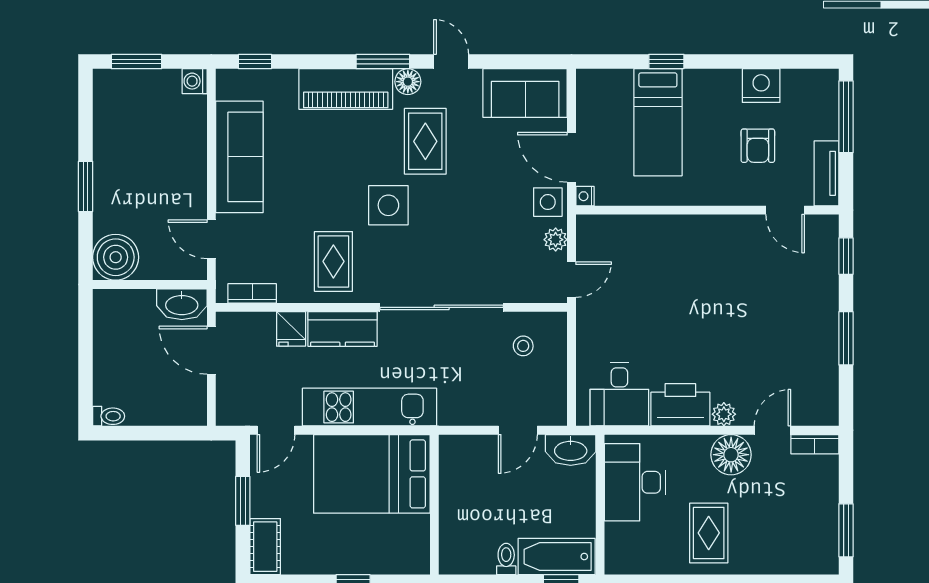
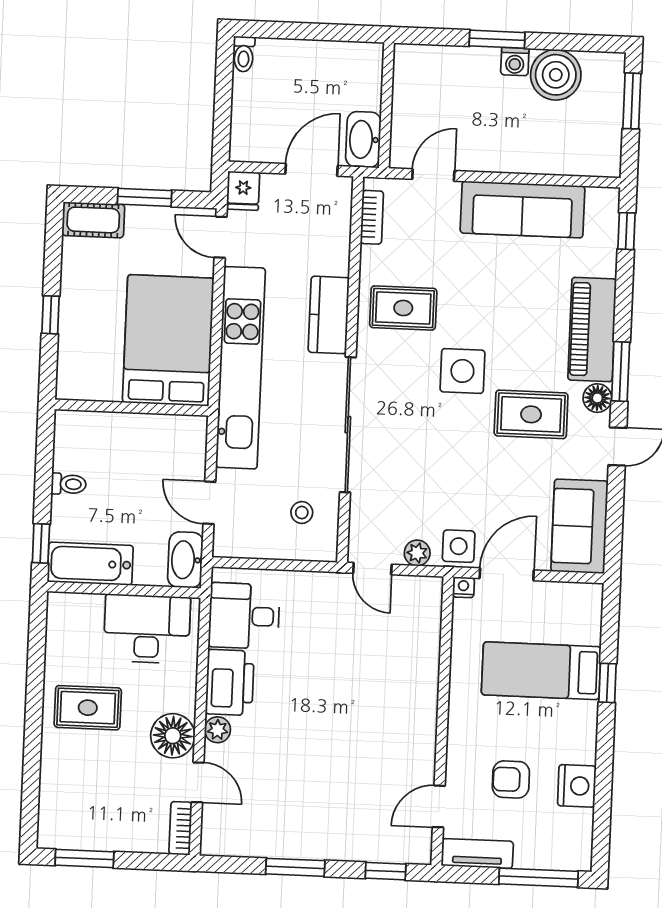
washing machine: (195, 81) -> (515, 62), moved, turned 180
boiler: (116, 257) -> (556, 75), moved
fridge: (291, 329) -> (243, 191), moved, turned -90
kitchen unit: (370, 407) -> (241, 368), width x1.36
bathtub: (557, 557) -> (90, 564), moved, turned -90

